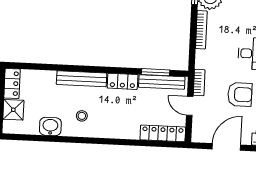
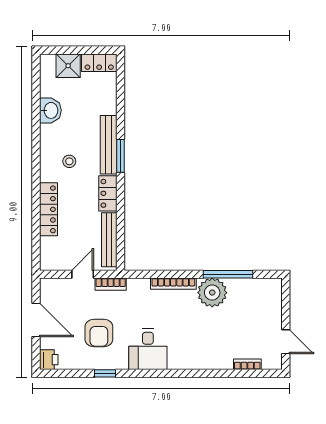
window: (156, 72) -> (120, 156), moved
stool: (82, 116) -> (69, 161), moved
locker: (163, 133) -> (48, 209), moved

